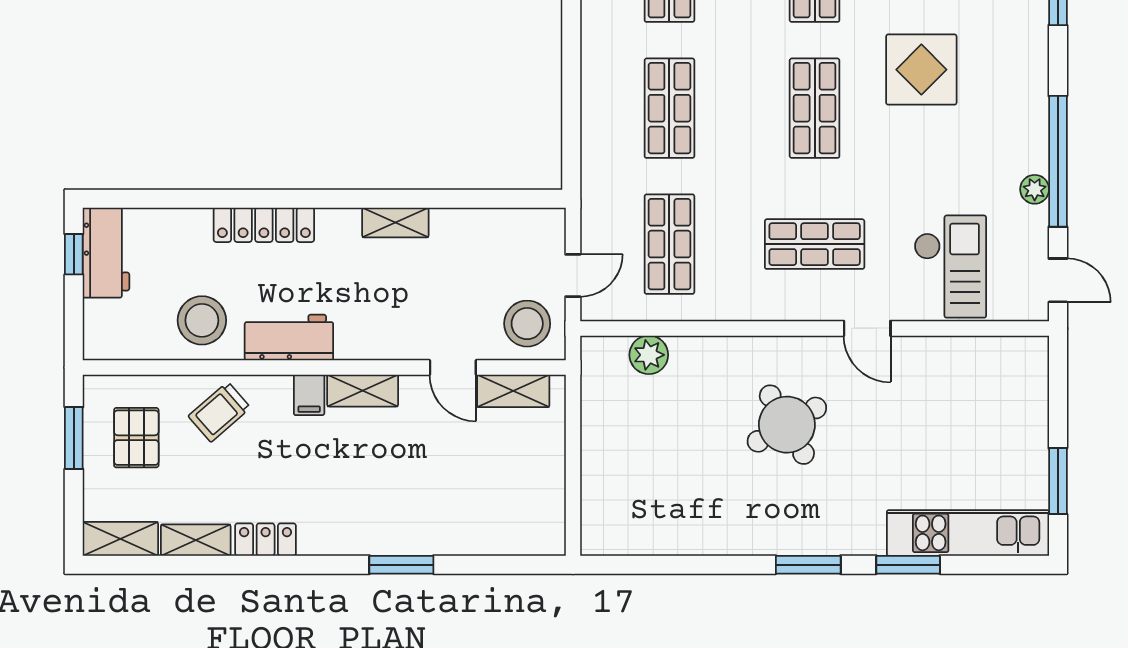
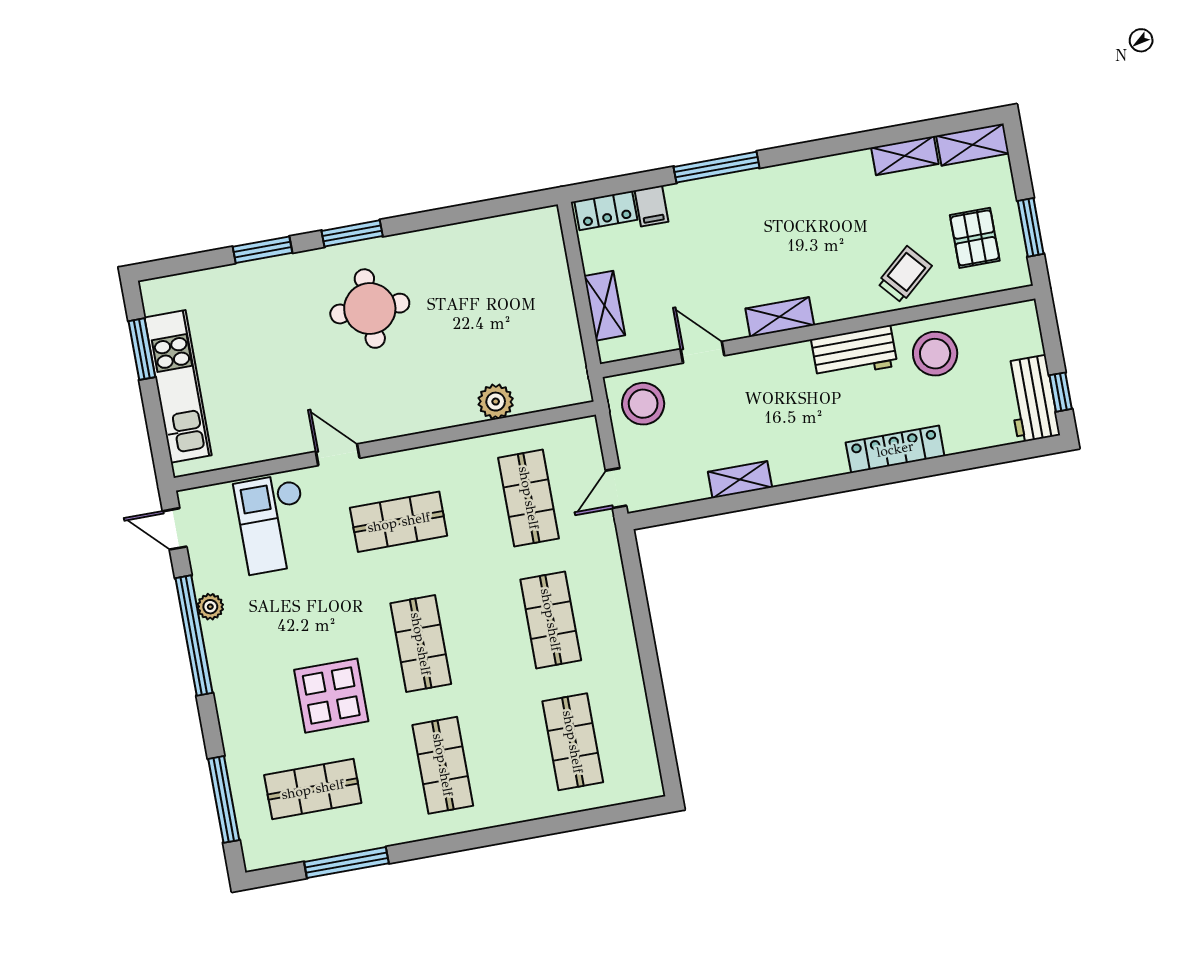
shelving: (395, 223) -> (740, 480), moved
door: (573, 275) -> (616, 488), moved
plant: (649, 355) -> (496, 402), moved
shelving: (513, 391) -> (605, 306), moved, turned 90
filing cabinet: (309, 395) -> (651, 206), moved, turned 180
round table: (787, 425) -> (370, 309), moved, turned 30
kitchen unit: (968, 533) -> (178, 386), moved, turned -90
locker: (266, 540) -> (606, 211), moved
window: (401, 565) -> (716, 167), width x1.44

